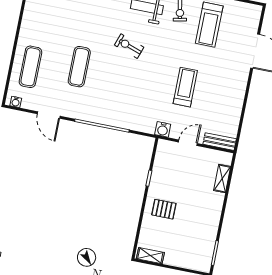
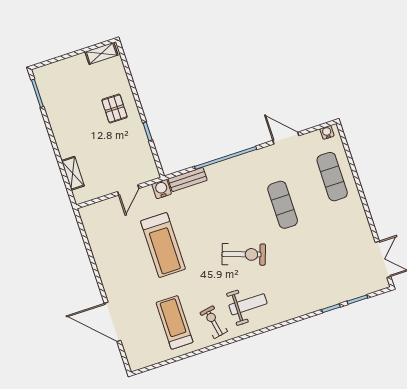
exercise bike: (129, 46) -> (244, 254), width x1.38, depth x1.39
treadmill: (185, 87) -> (163, 245), width x1.37, depth x1.38
bench: (220, 142) -> (188, 180), moved
pallet: (164, 209) -> (115, 109), turned 90

